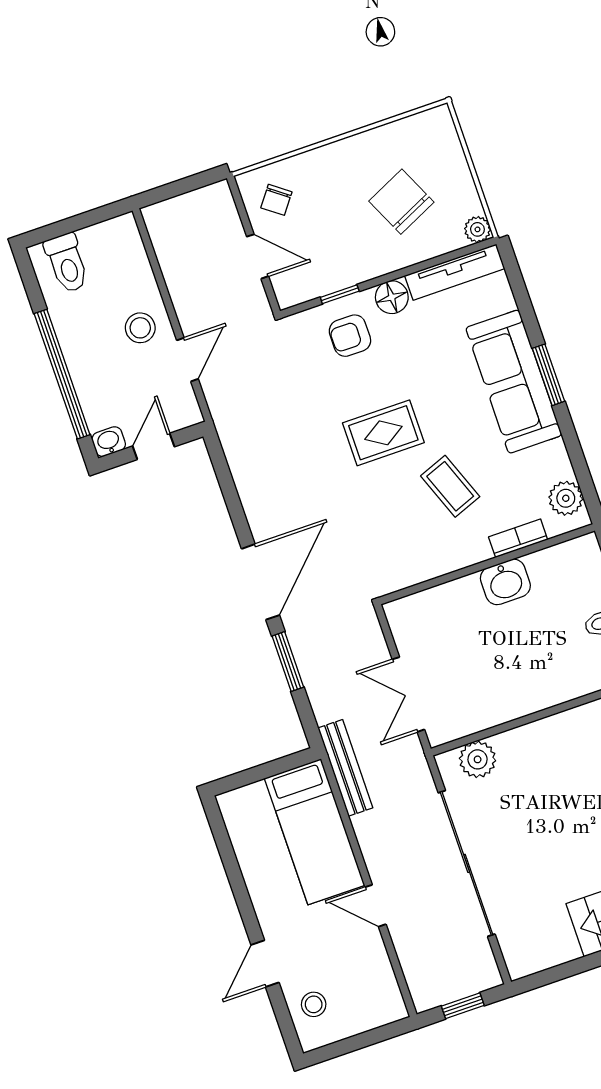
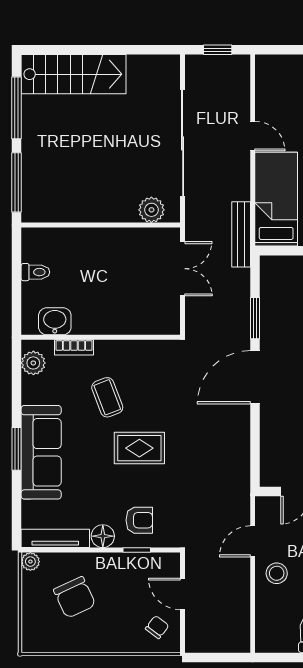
washbasin: (505, 582) -> (55, 321), moved

